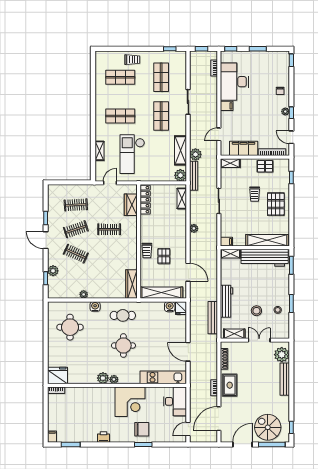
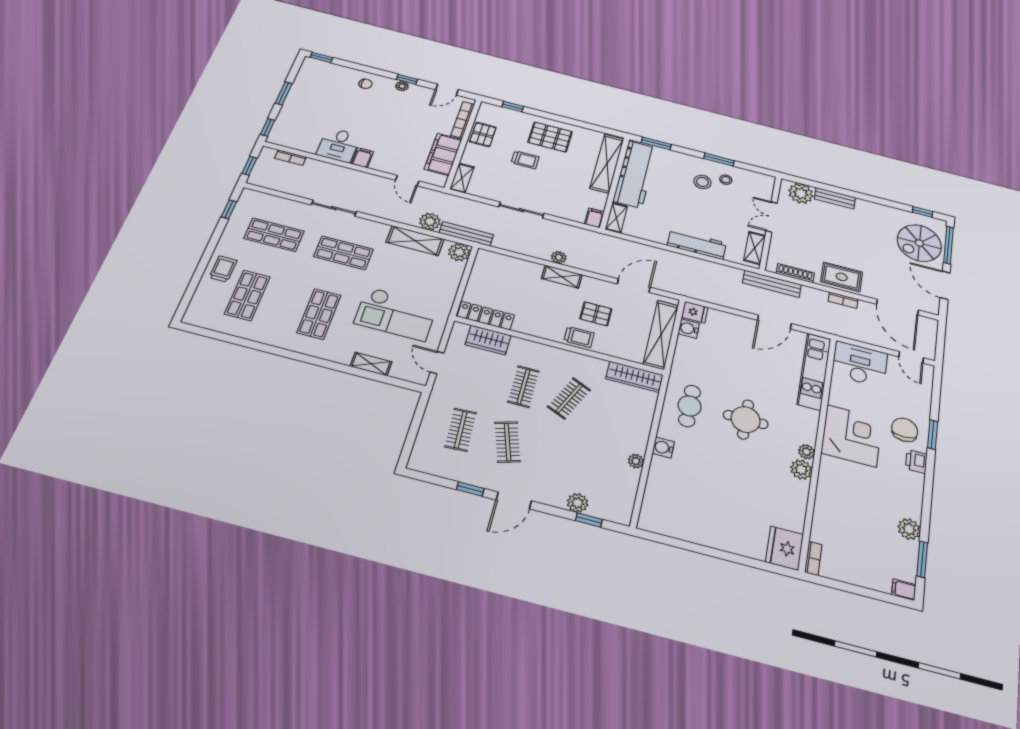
desk: (234, 82) -> (339, 145), width x0.53, depth x0.77
shelving: (182, 199) -> (562, 277), moved
clothes rail: (76, 254) -> (569, 398), moved
stool: (256, 311) -> (702, 182), moved
bench: (213, 318) -> (772, 284), moved
round table: (70, 327) -> (694, 501), removed
bench: (285, 379) -> (835, 198), width x0.73
plant: (85, 436) -> (909, 529), added
printer: (104, 437) -> (916, 462), moved

